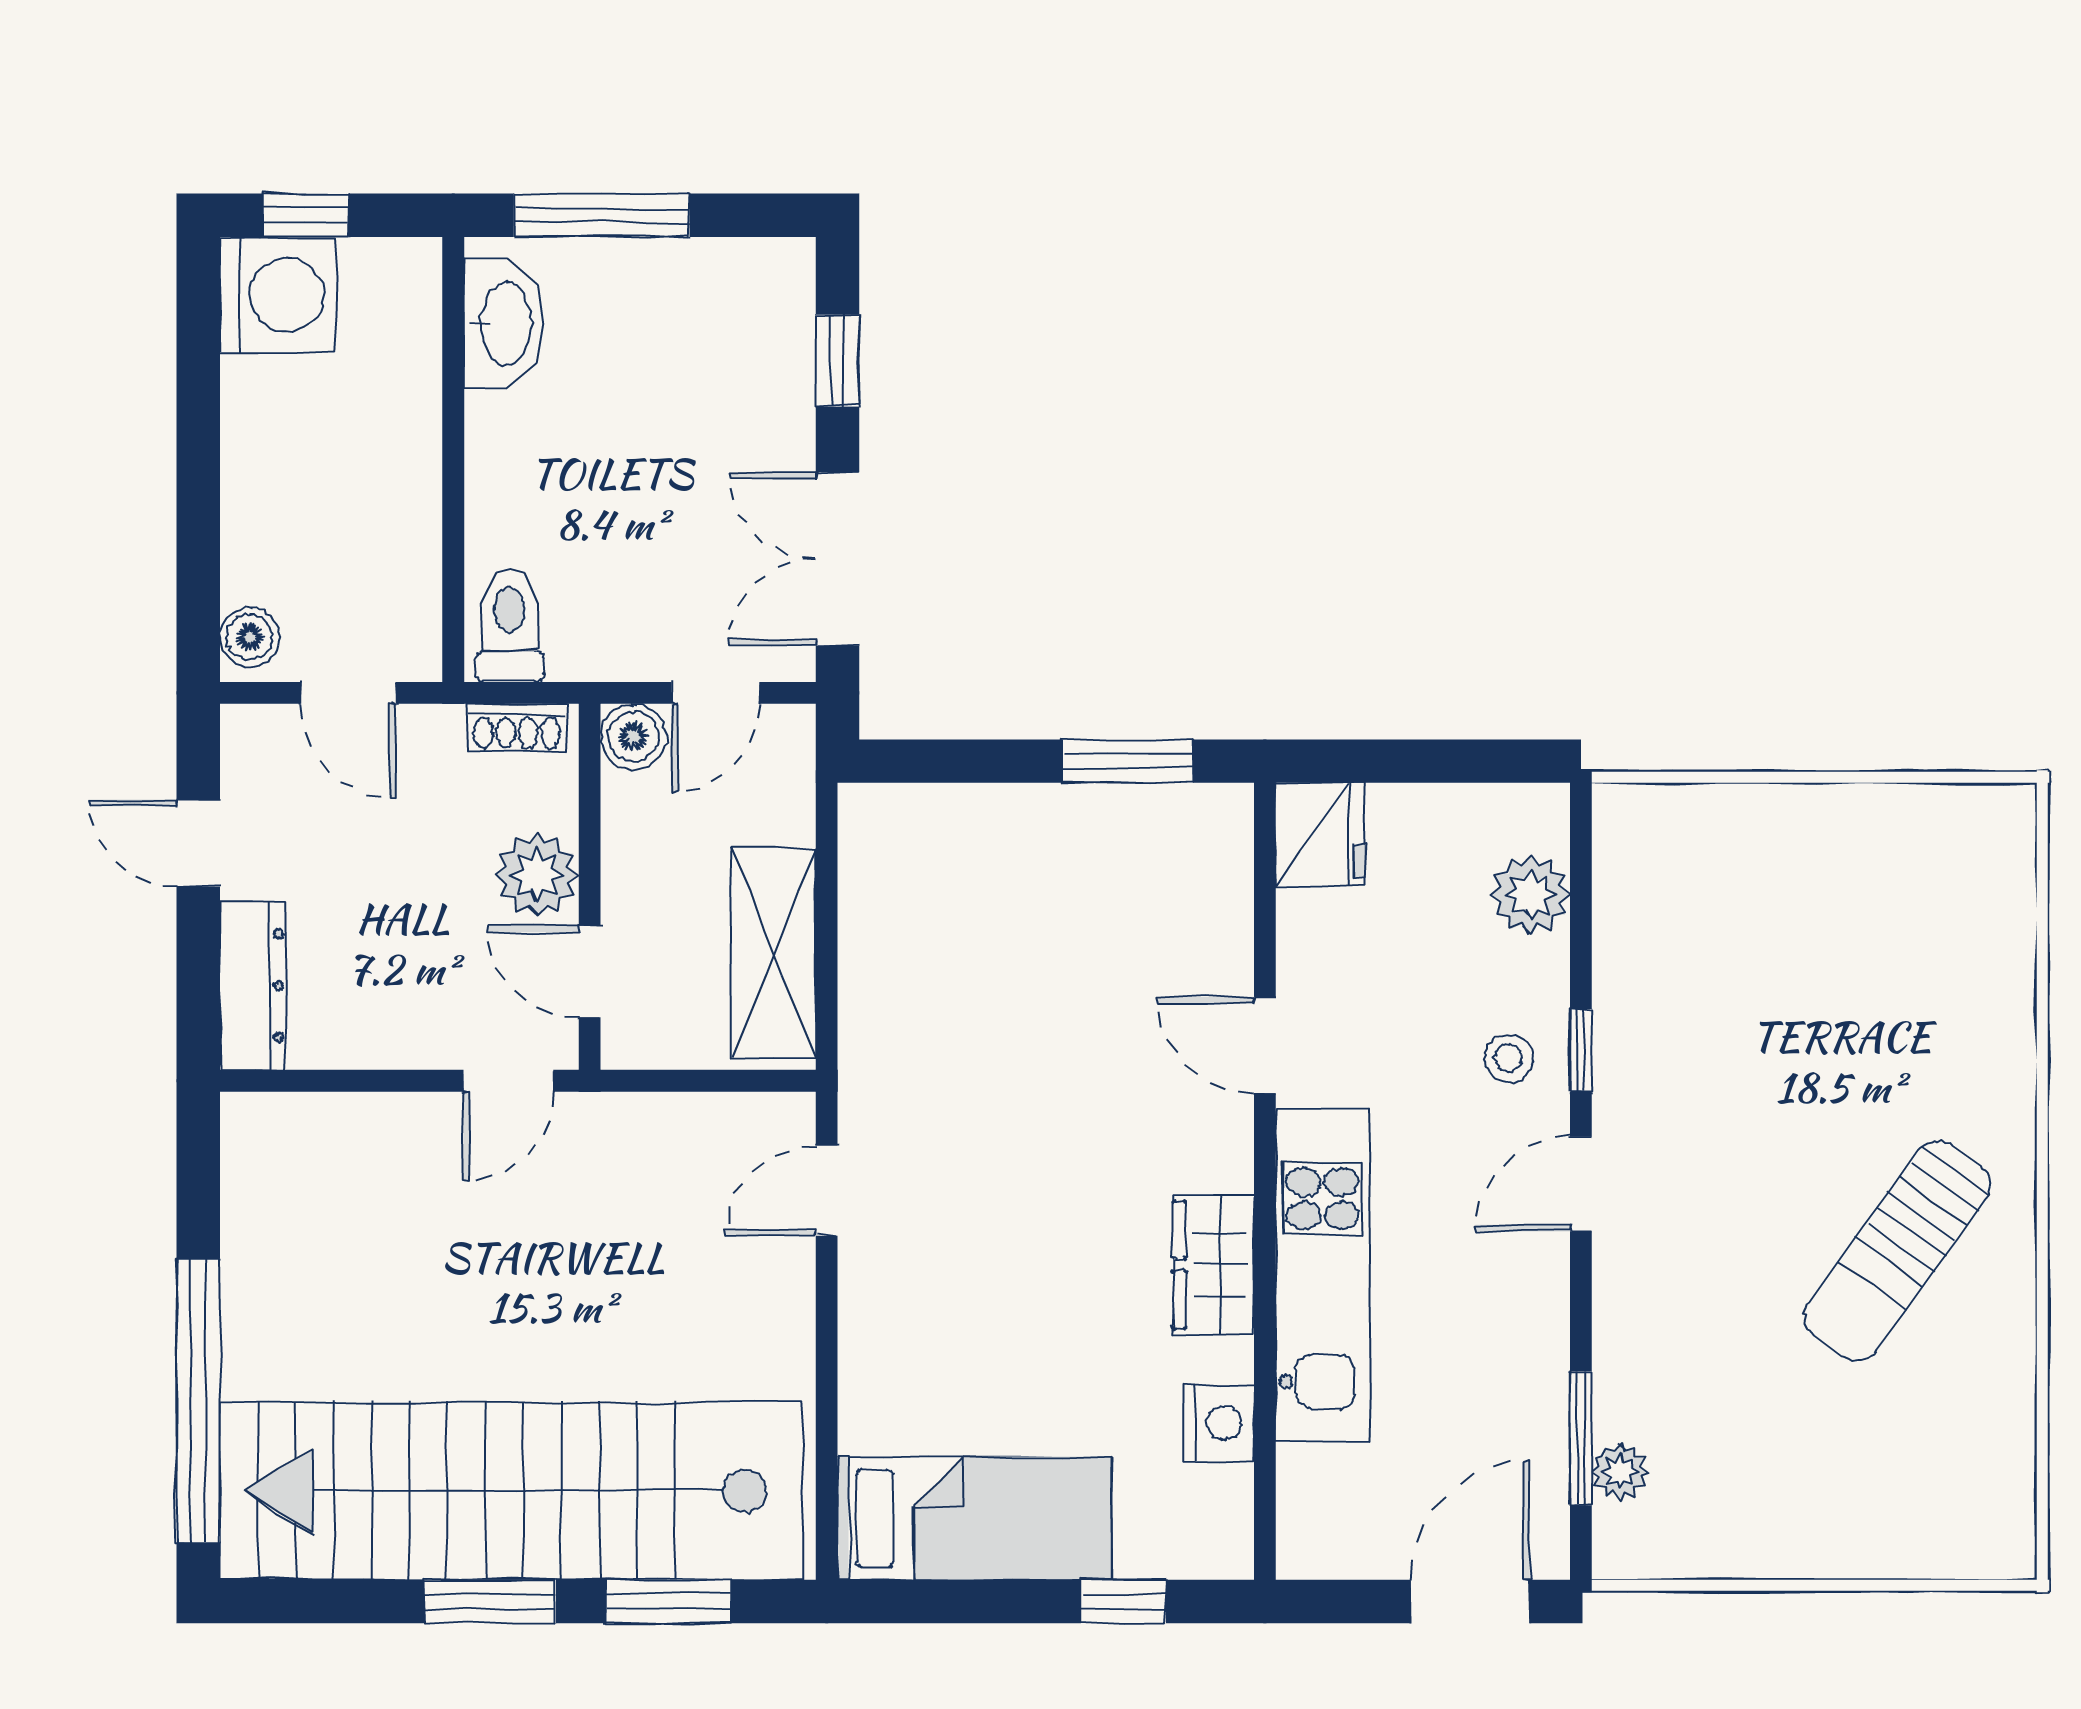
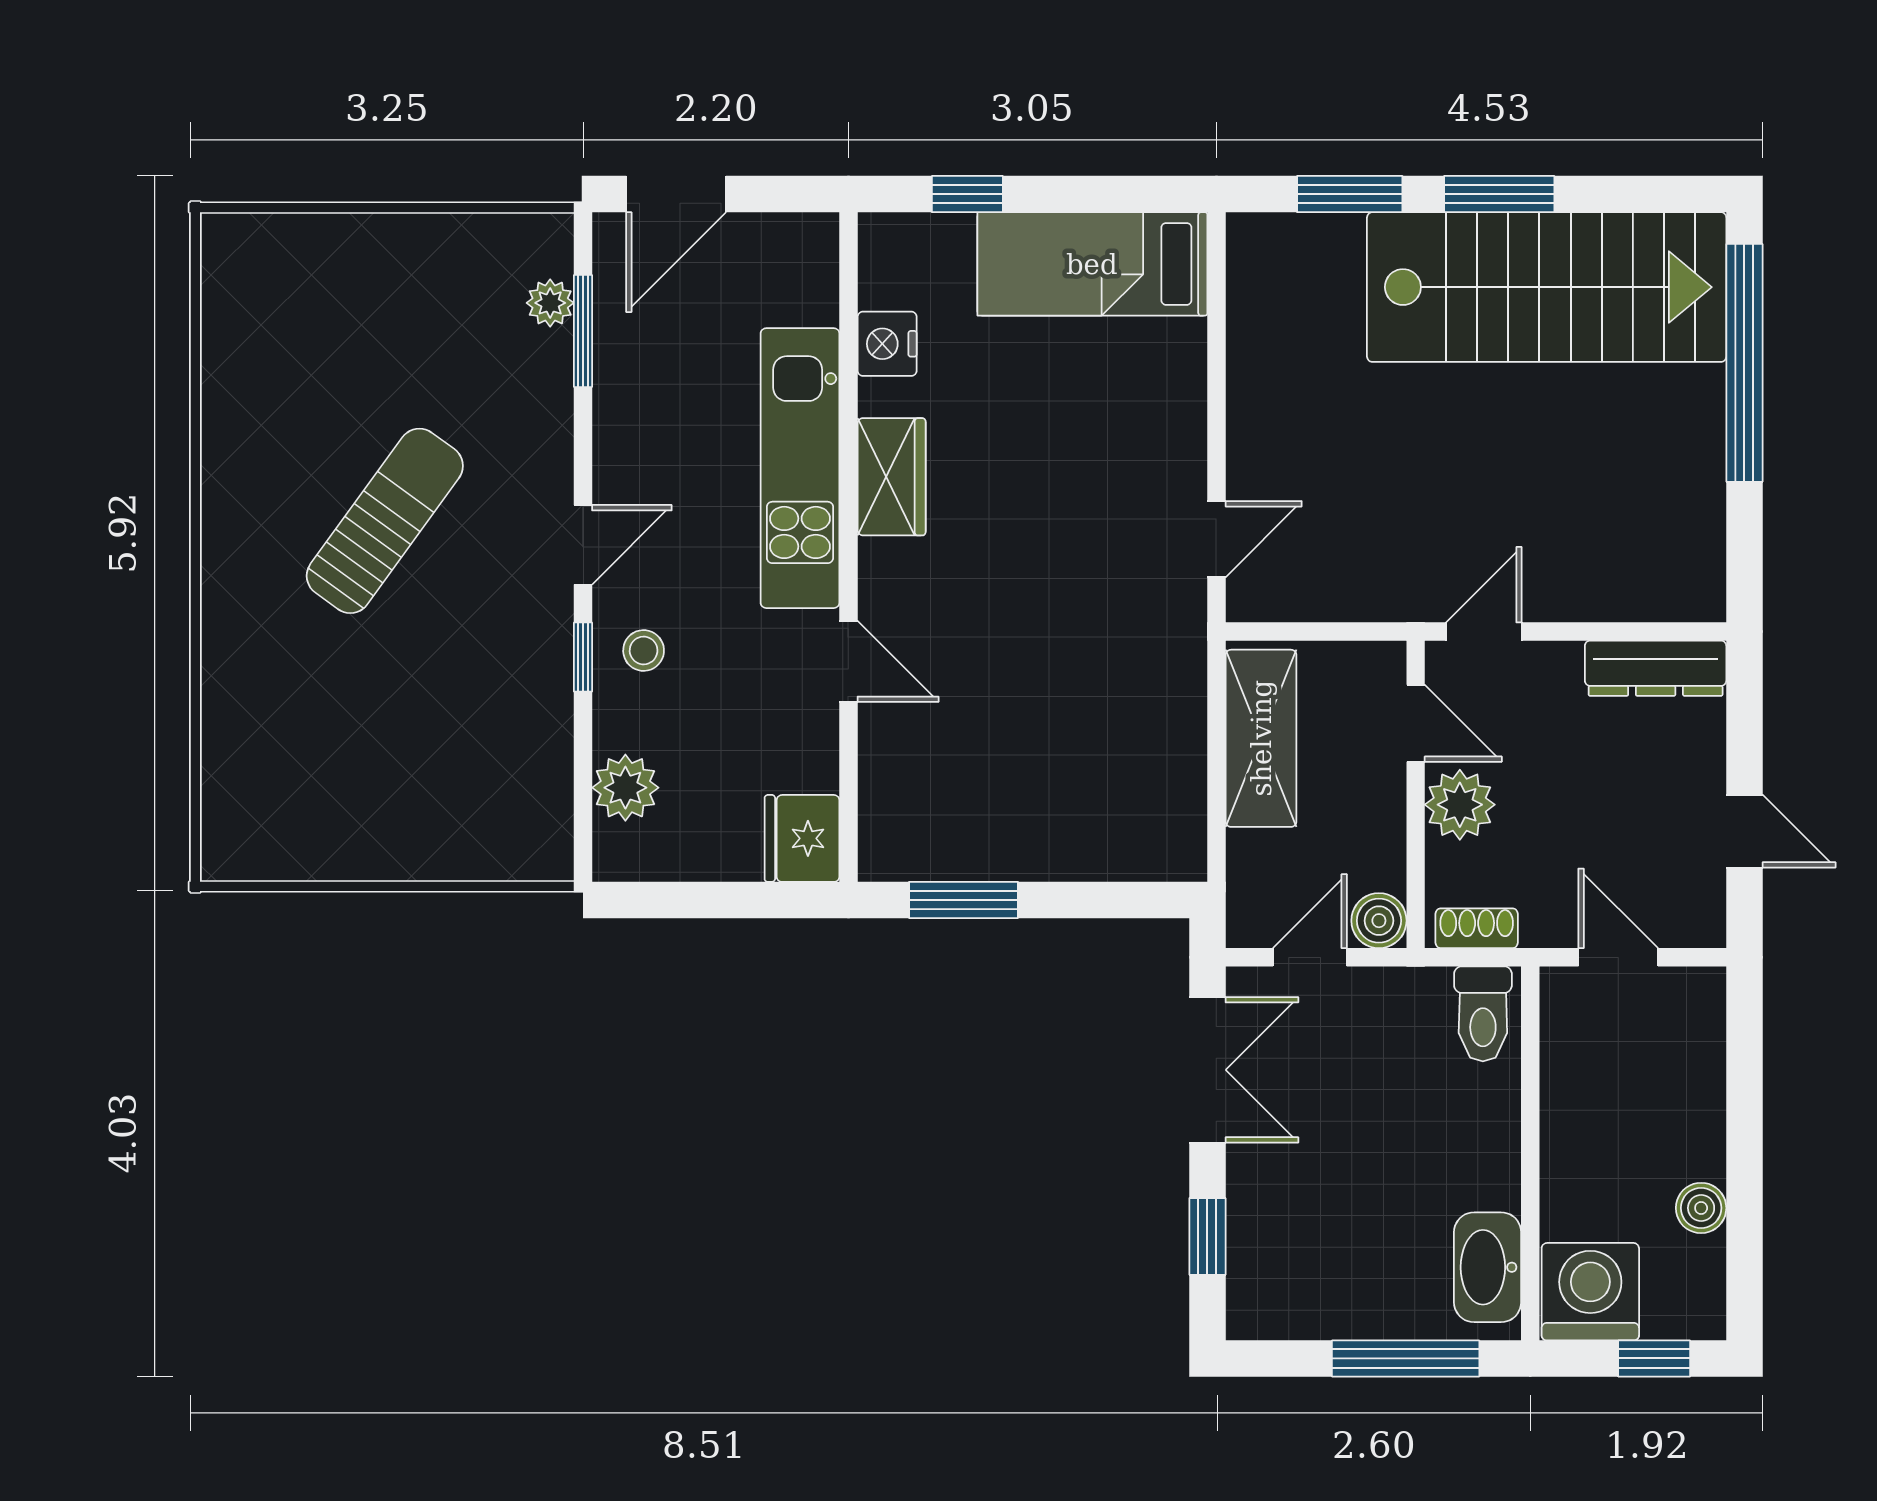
washing machine: (278, 295) -> (1590, 1292), moved, turned 90
boiler: (250, 637) -> (1701, 1208), moved
dresser: (253, 986) -> (1656, 668), moved, turned -90
sun lounger: (1897, 1251) -> (385, 521), moved
stairs: (511, 1491) -> (1547, 287), width x0.73

